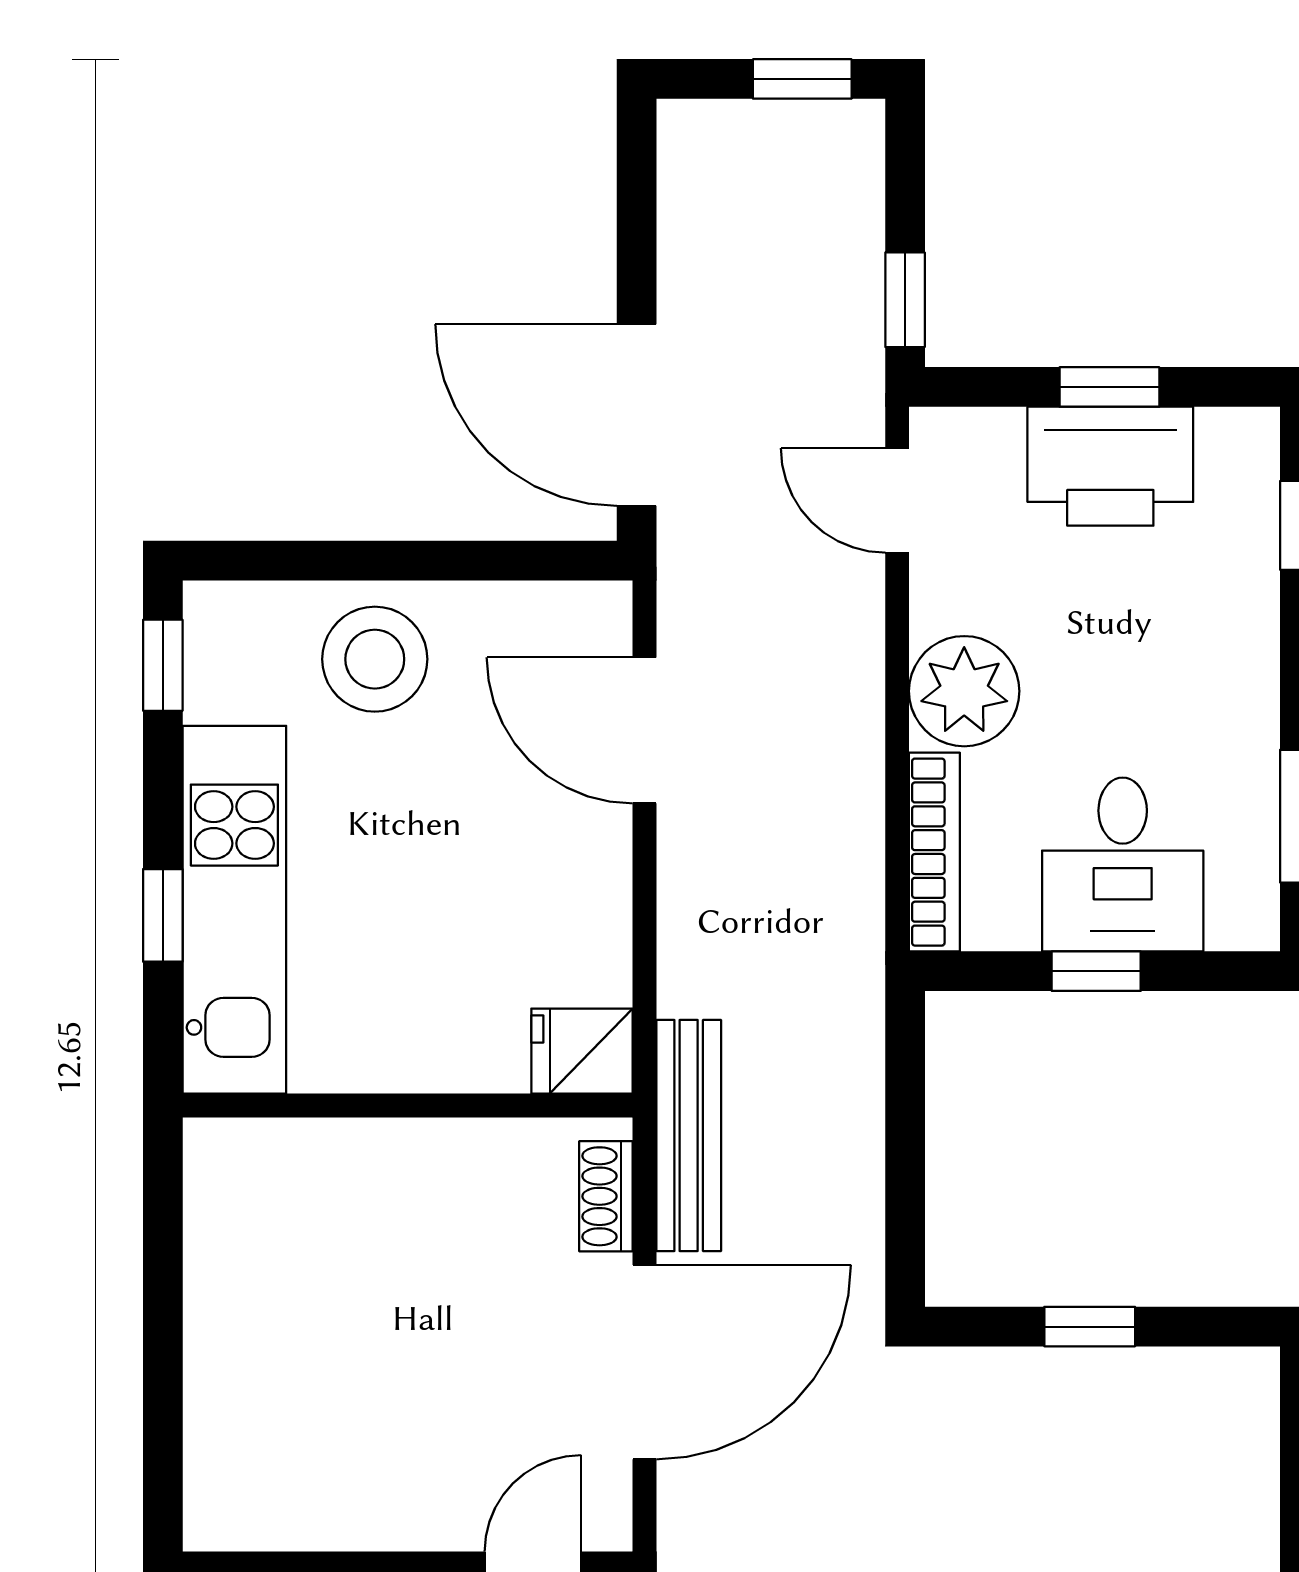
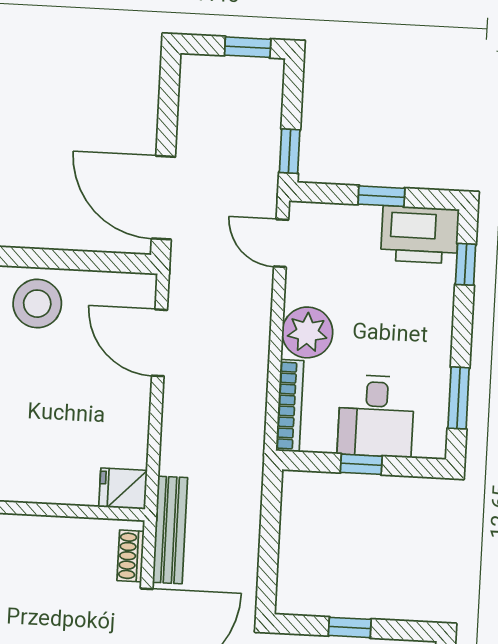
printer: (1110, 466) -> (420, 235), moved

